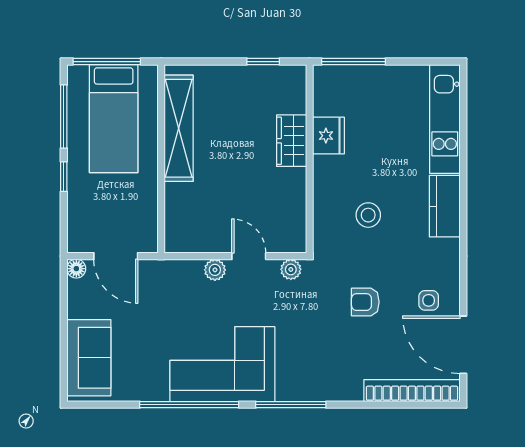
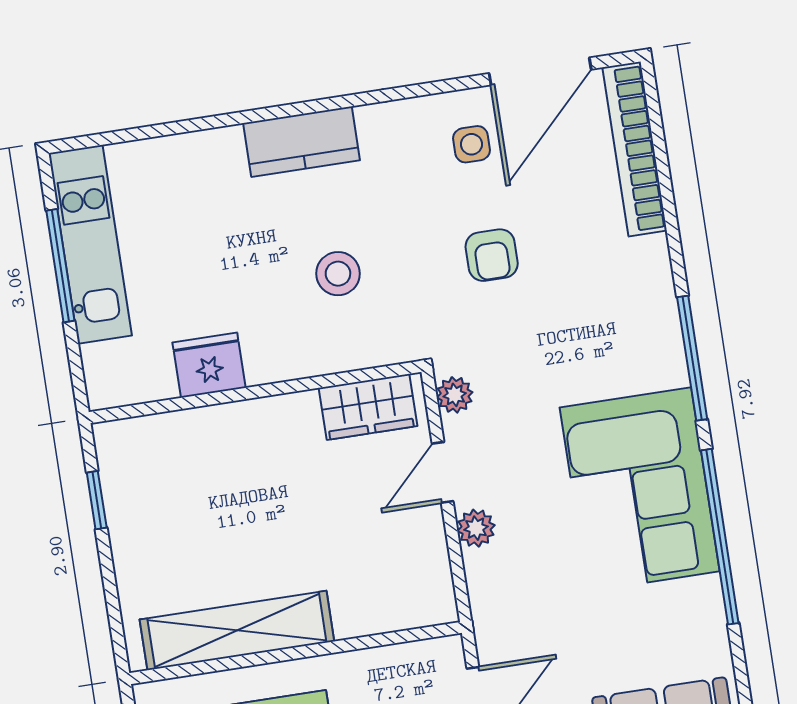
window: (354, 62) -> (60, 266), moved
kitchen unit: (445, 119) -> (90, 244), moved, turned -90
wardrobe: (292, 141) -> (368, 407), moved

